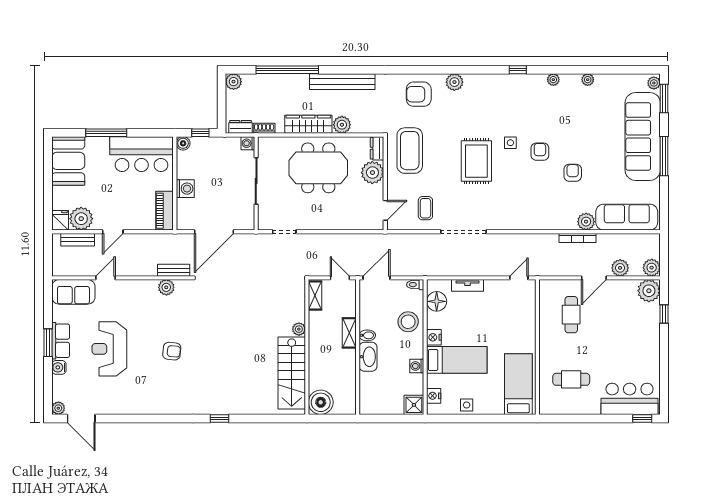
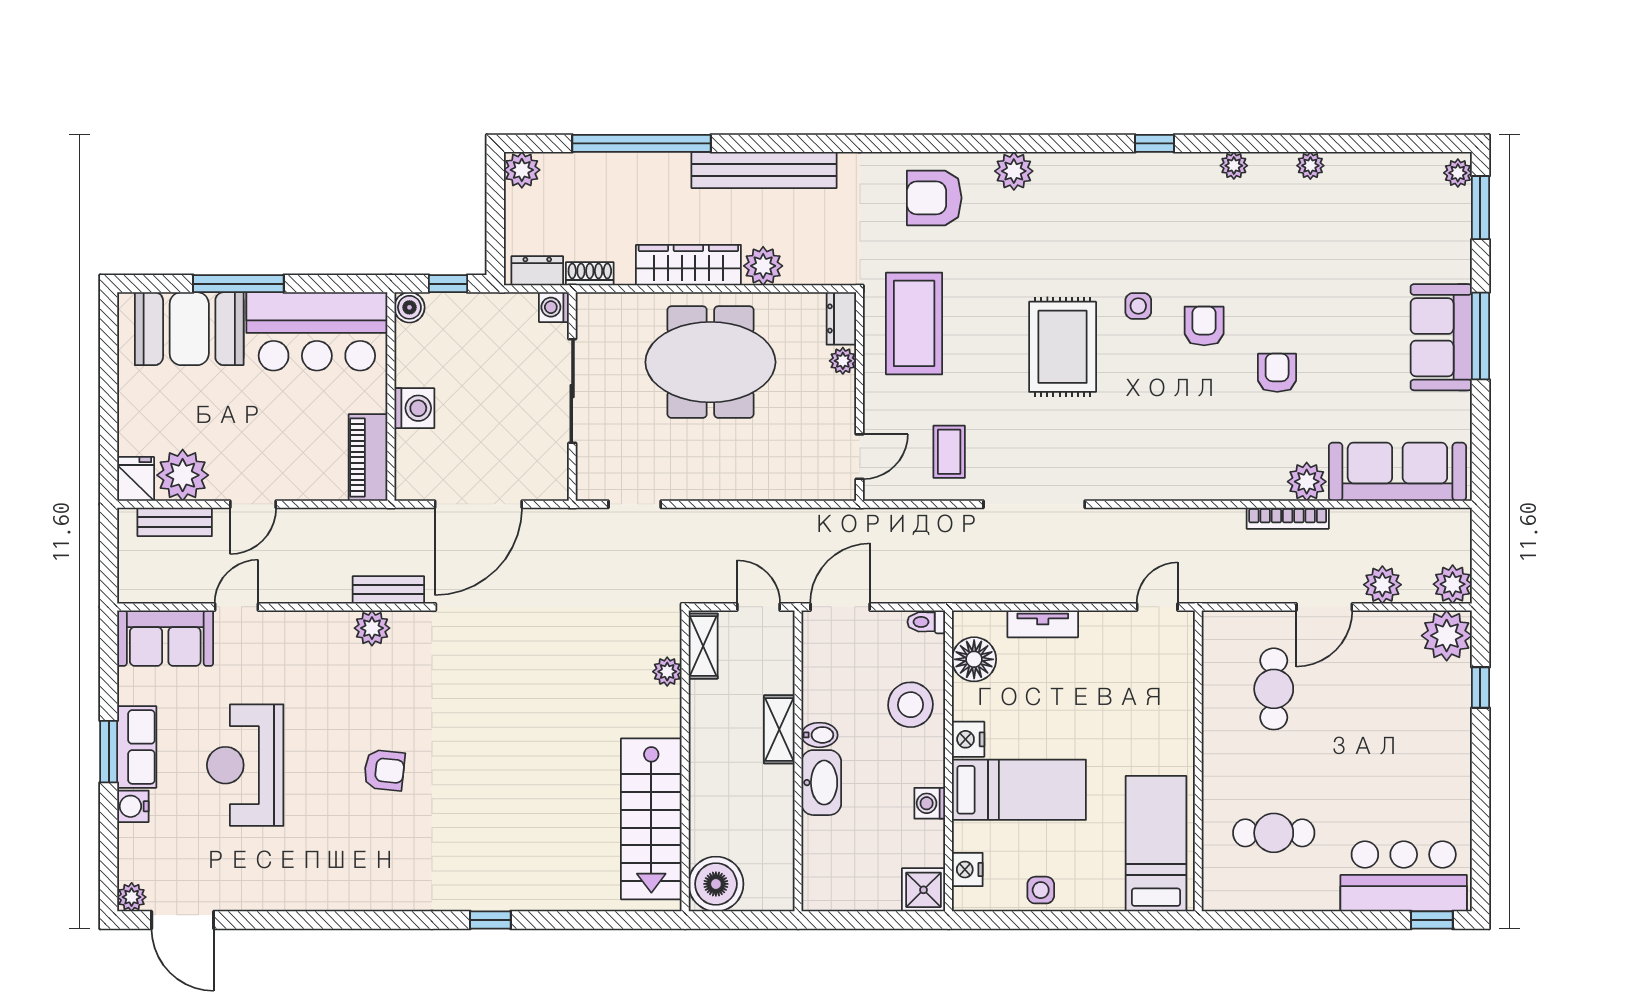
sofa: (643, 136) -> (1441, 337), width x0.54, depth x0.79
booth: (68, 161) -> (189, 329), moved, turned 90
plant: (372, 173) -> (843, 361), width x0.53, depth x0.53
plant: (299, 329) -> (667, 672), moved

